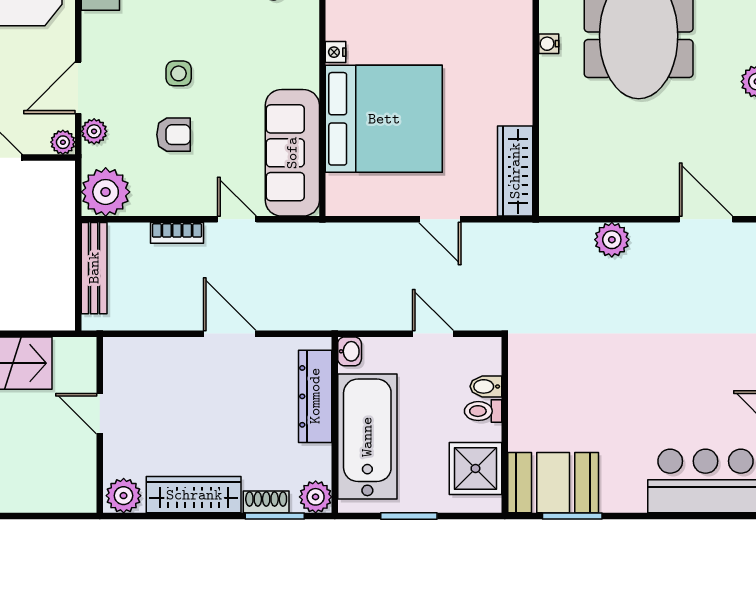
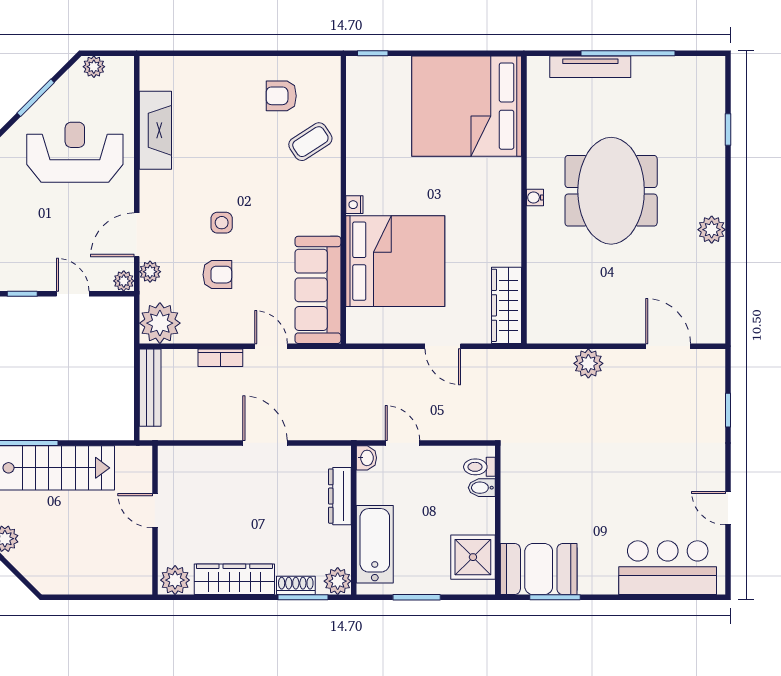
door: (433, 334) -> (402, 443), moved
dresser: (315, 396) -> (340, 496), width x0.73, depth x0.80
toilet: (483, 411) -> (479, 467), moved
bathtub: (367, 437) -> (375, 544), width x0.73, depth x0.73

